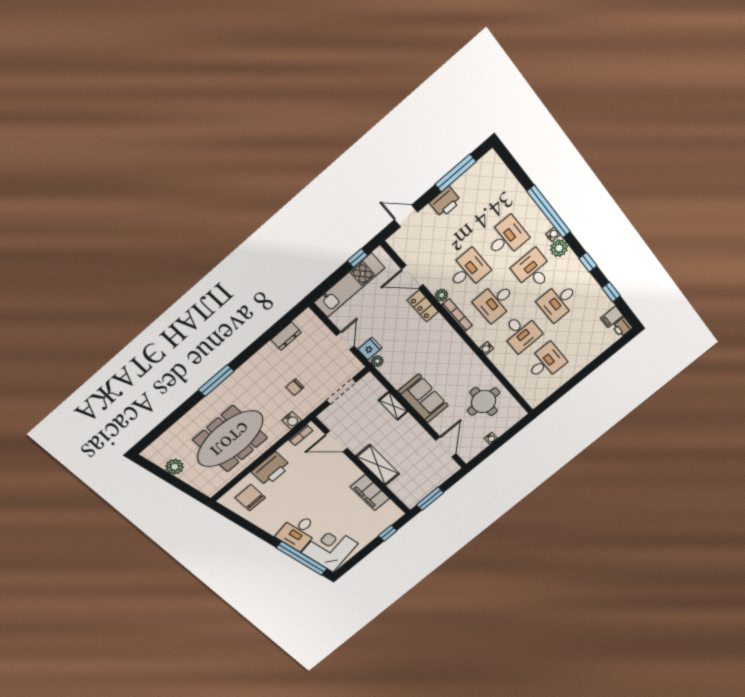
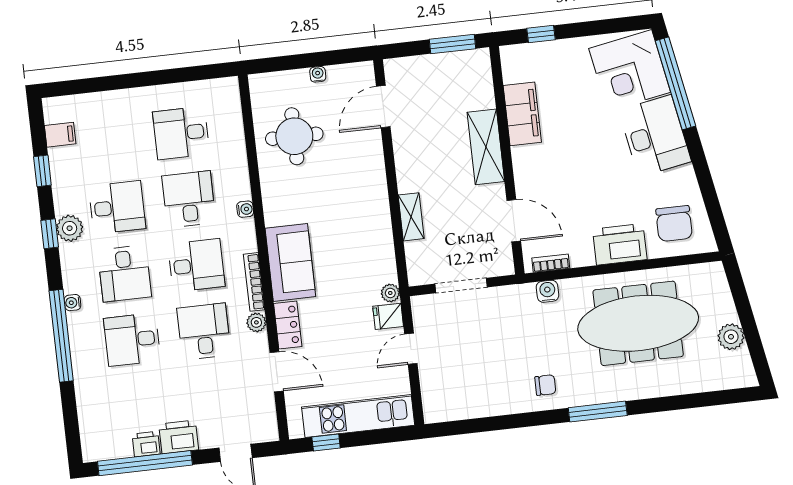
window: (456, 173) -> (145, 463), width x1.46
plant: (559, 248) -> (70, 228), moved
desk: (468, 270) -> (204, 331), turned 90
printer: (622, 327) -> (146, 444), moved, turned -90
dresser: (286, 336) -> (476, 407), removed
chair: (295, 387) -> (545, 385), moved
sofa: (423, 398) -> (290, 262), moved, turned 180
desk: (298, 532) -> (655, 136), width x1.37

